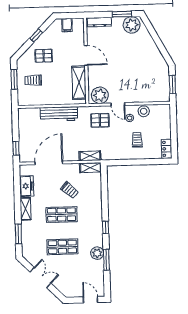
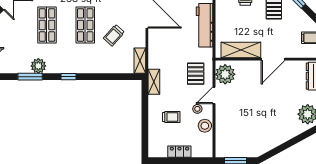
locker: (167, 149) -> (179, 152), moved
shelving: (90, 156) -> (154, 82), moved

